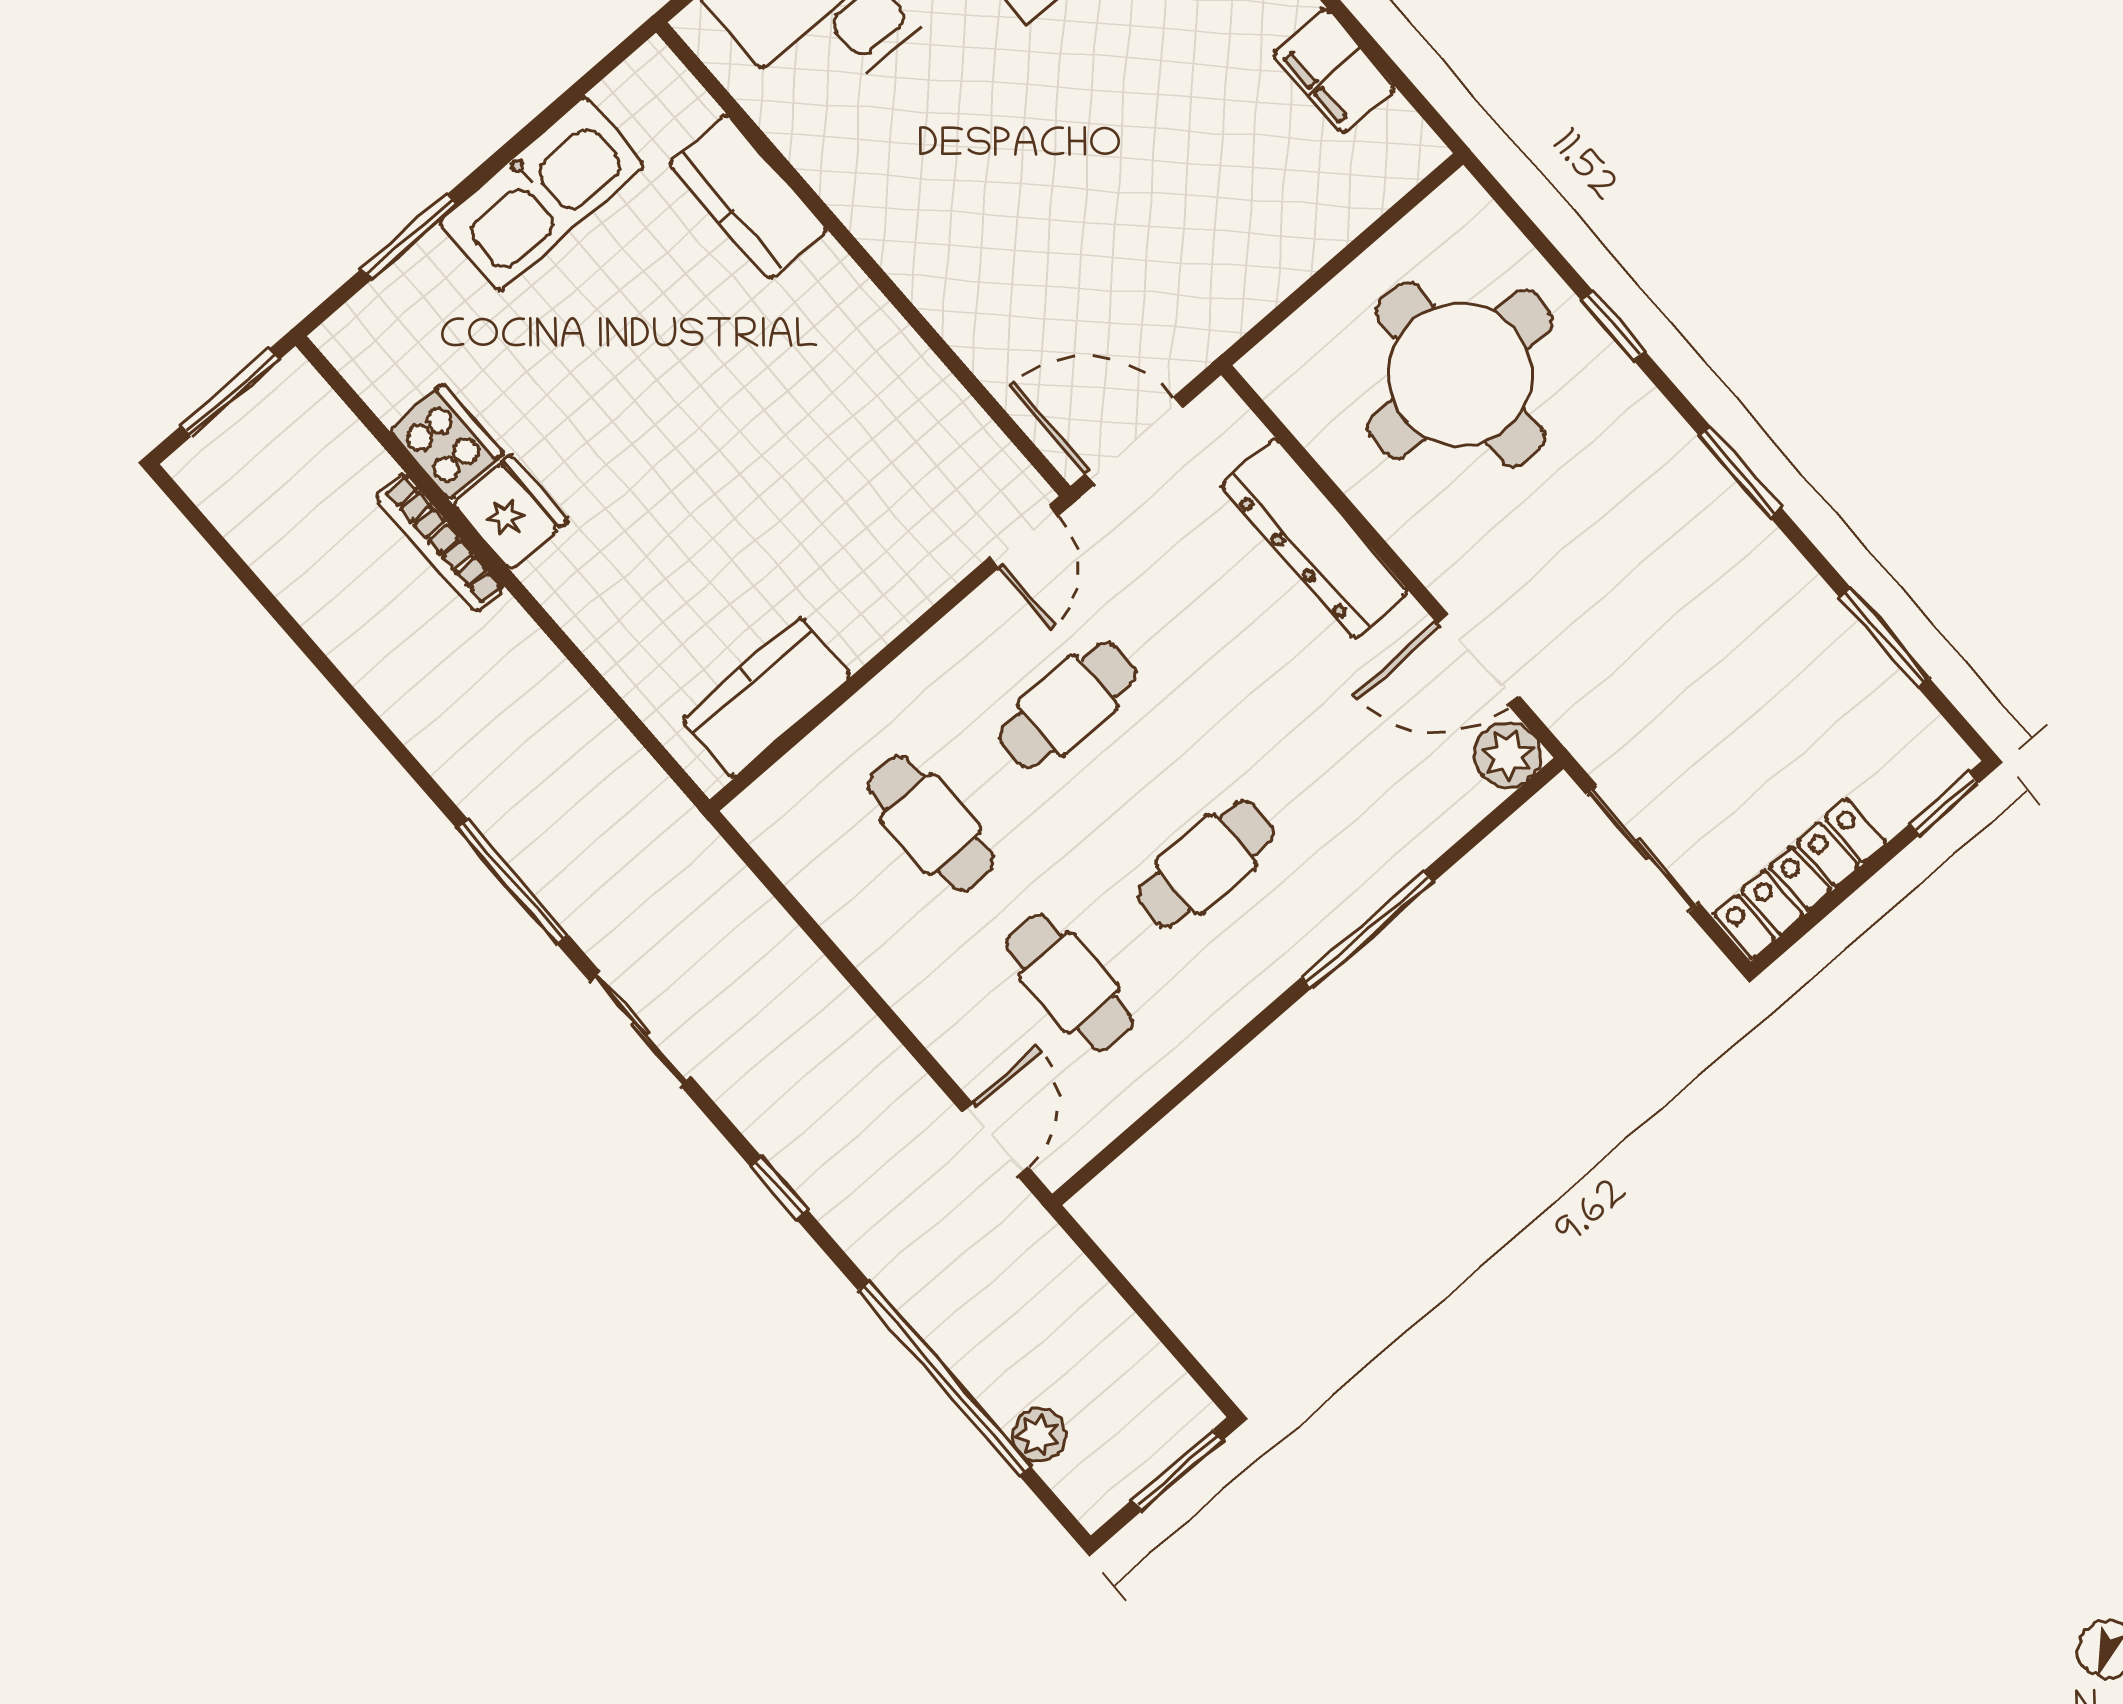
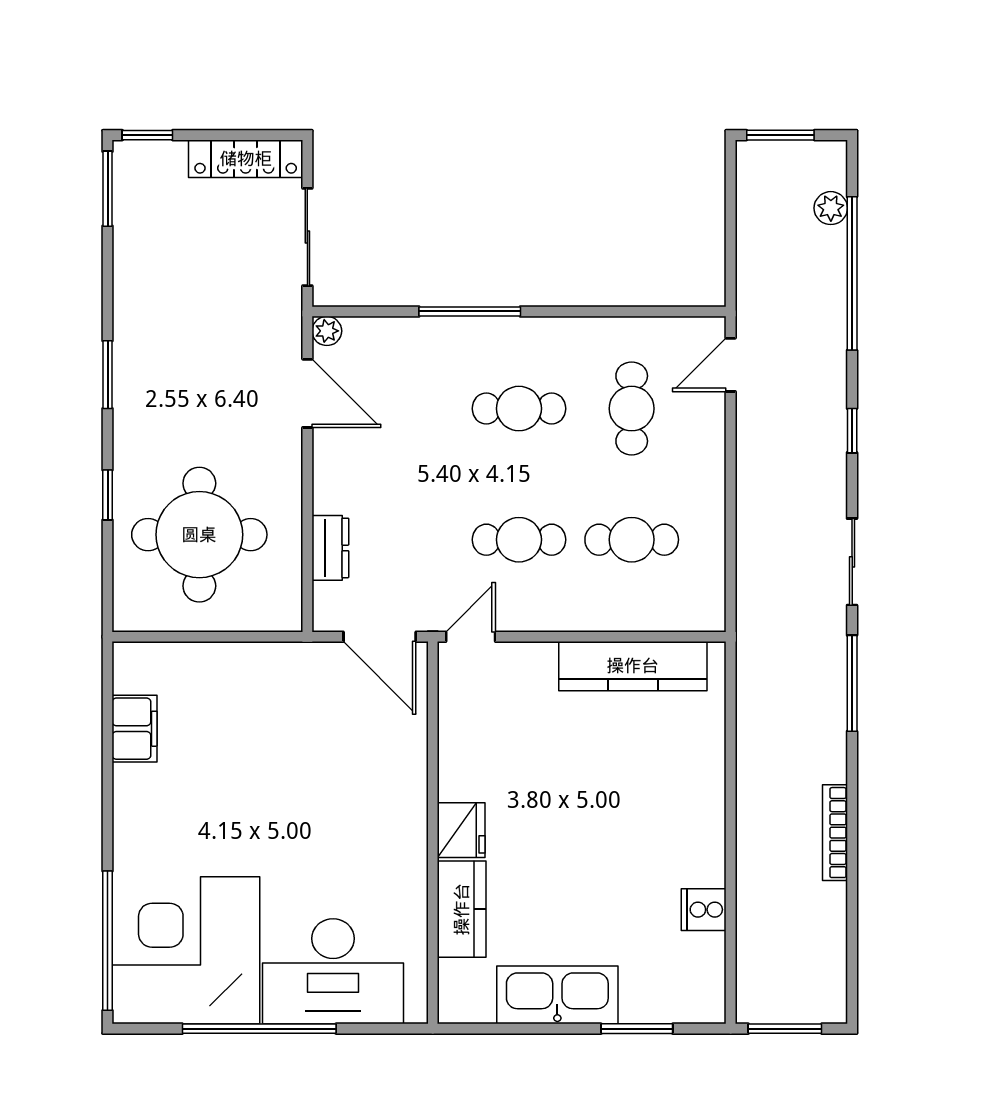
cooker: (446, 442) -> (704, 910), width x0.73
fridge: (510, 512) -> (461, 830), moved, turned 180
dresser: (1315, 539) -> (330, 548), width x0.51, depth x0.80
bookcase: (440, 543) -> (835, 833), moved, turned 180
window: (1884, 638) -> (108, 189), moved
kitchen counter: (766, 698) -> (633, 666), width x1.50
plant: (1508, 755) -> (327, 331), width x0.73, depth x0.73
cafe table: (931, 824) -> (632, 540), turned 90

